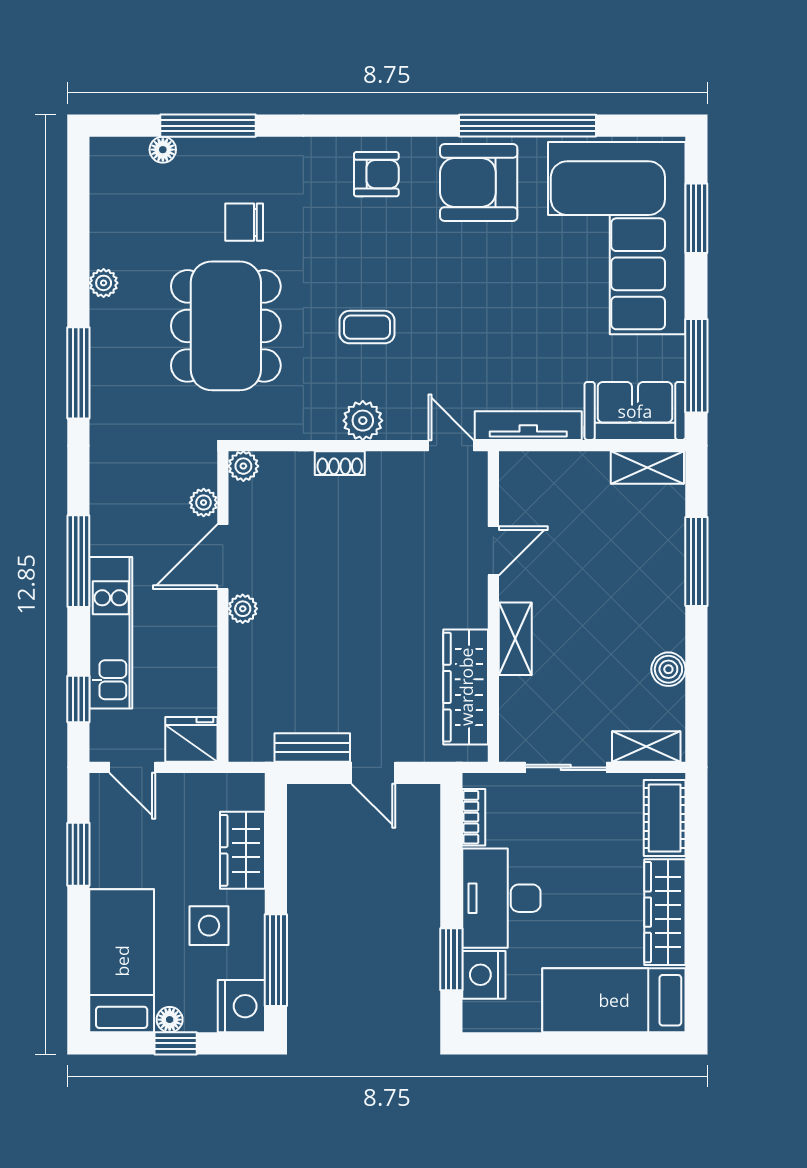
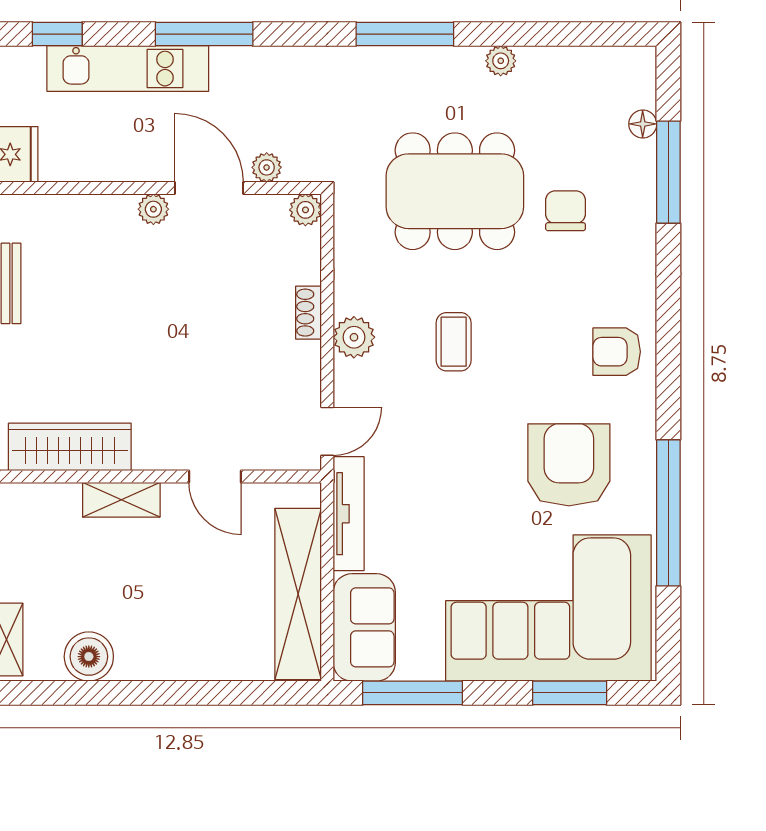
armchair: (376, 174) -> (617, 352), turned 90
armchair: (479, 182) -> (569, 465), moved
shelving: (647, 467) -> (298, 594), width x2.20, depth x1.33
window: (696, 562) -> (204, 693), removed
boiler: (668, 669) -> (89, 657), width x1.36, depth x1.36

